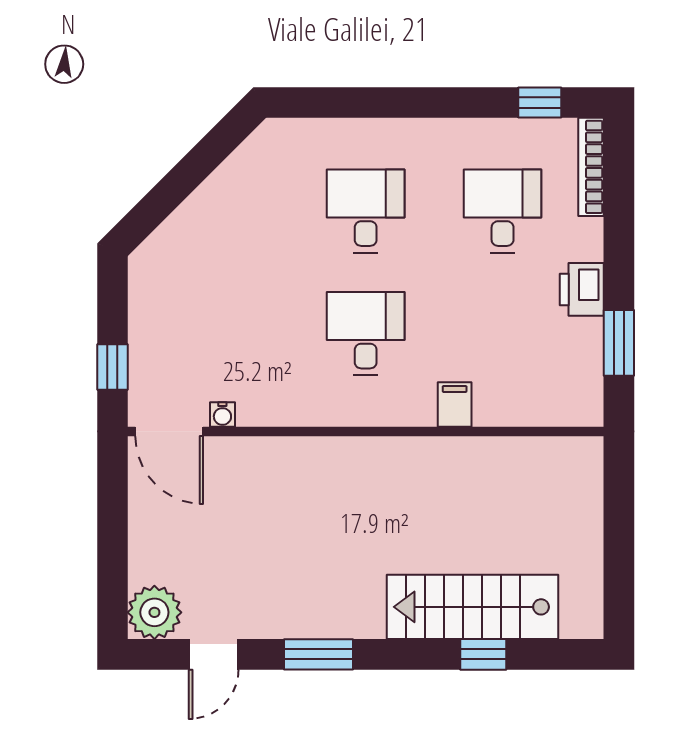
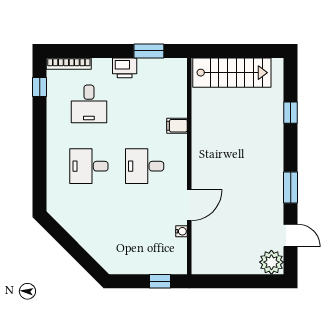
desk: (503, 211) -> (89, 104), turned -90
door: (169, 431) -> (189, 205), moved
stairs: (473, 607) -> (232, 73), moved, turned -90

